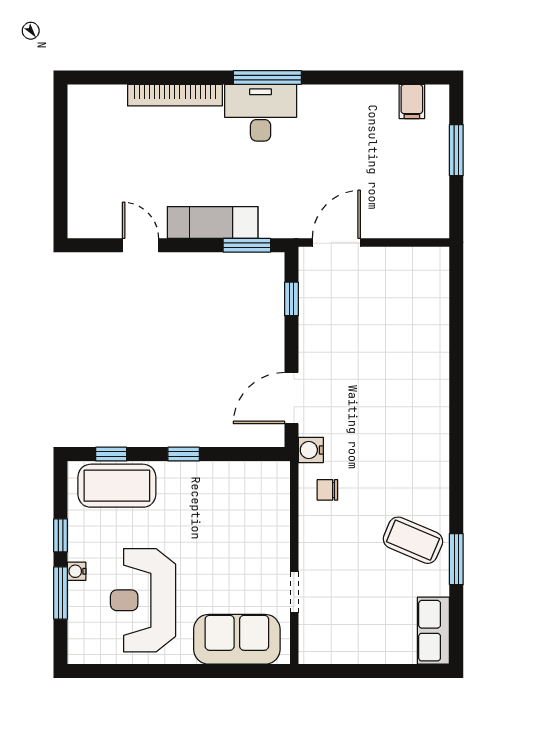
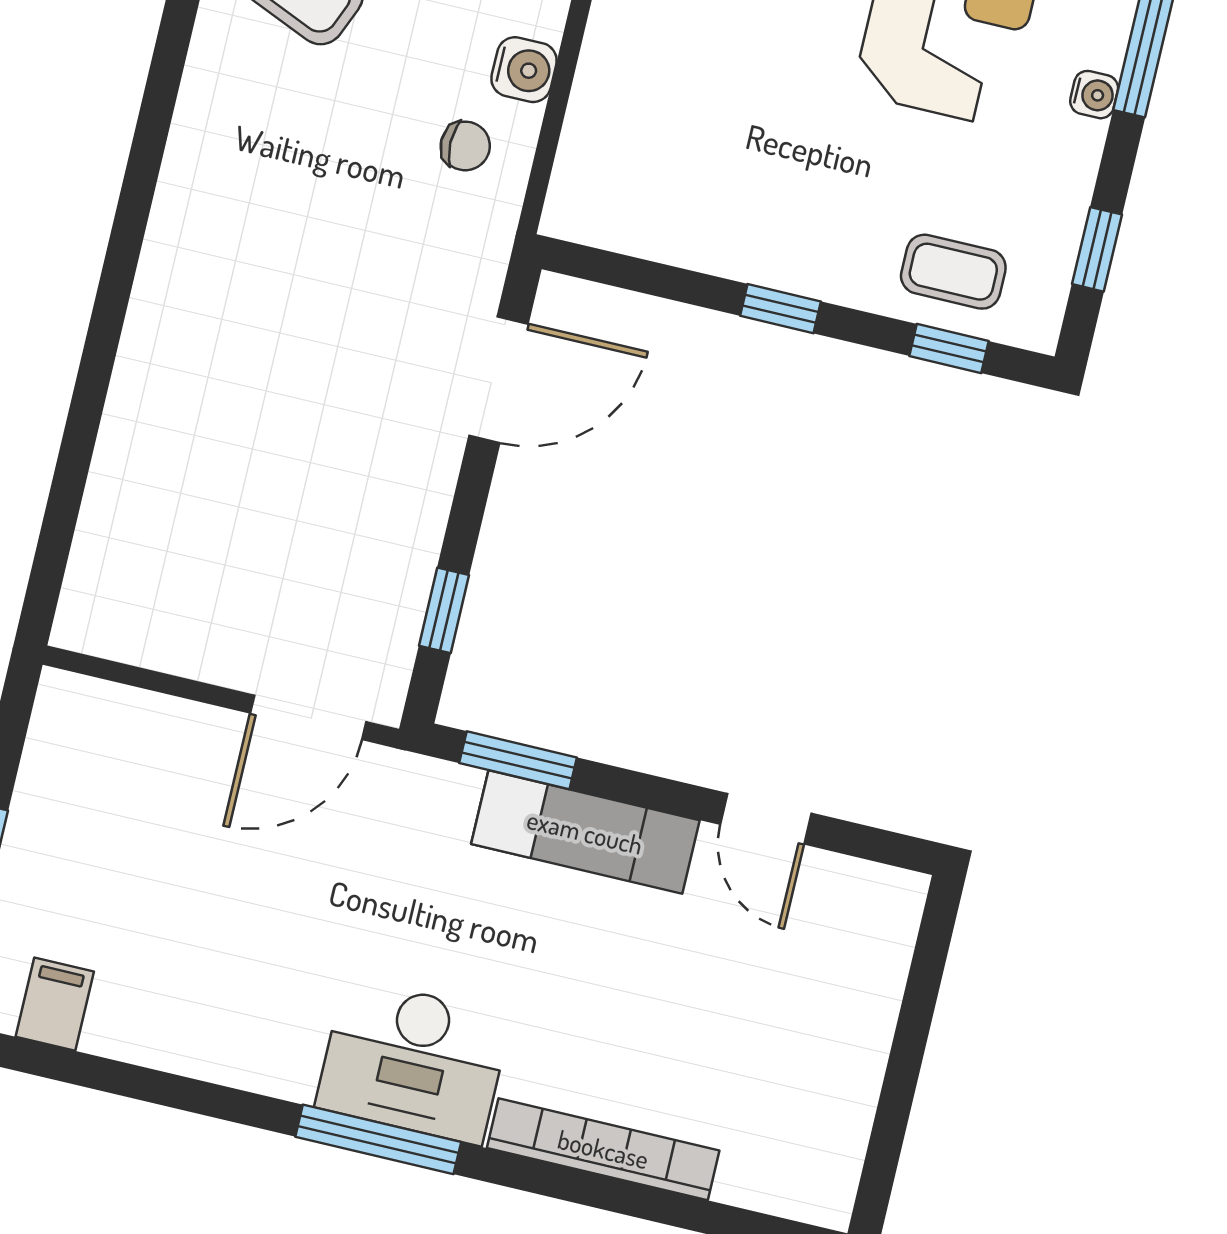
water cooler: (311, 450) -> (524, 70), moved
coffee table: (117, 486) -> (953, 272), width x0.54, depth x0.58
window: (61, 535) -> (1097, 249), moved

